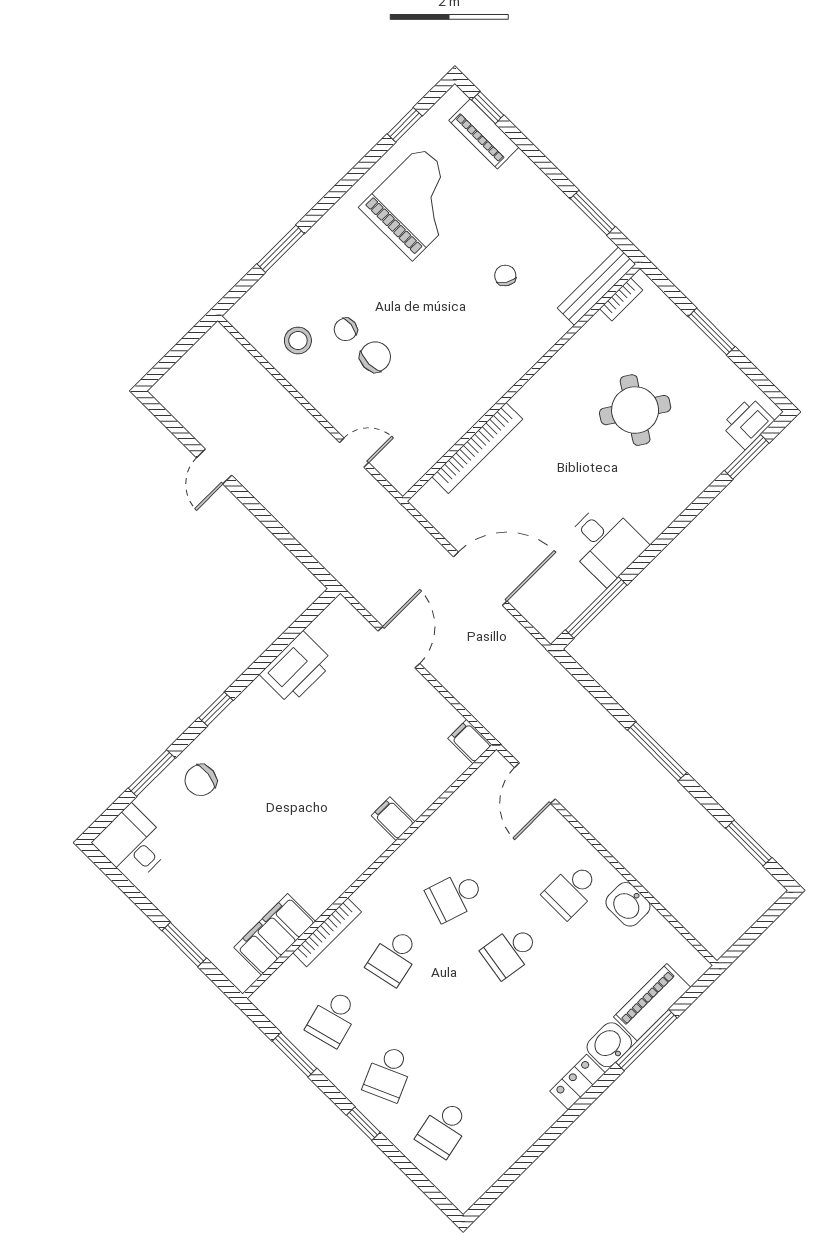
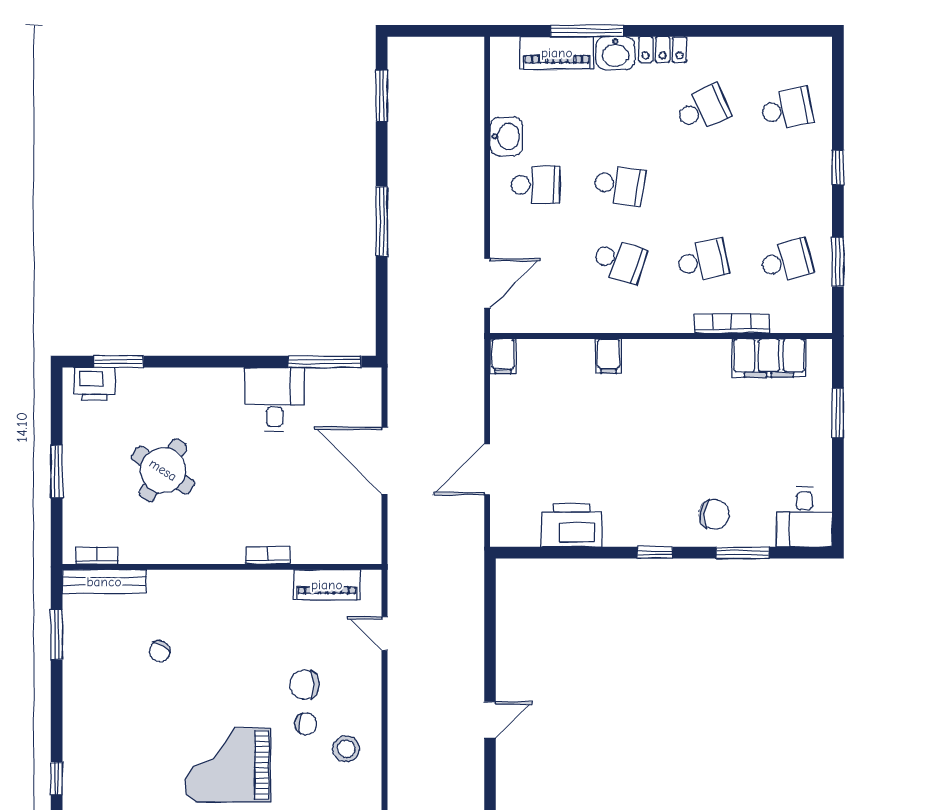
piano: (484, 134) -> (327, 585), moved, turned 90
grand piano: (416, 203) -> (228, 765), moved
bookcase: (477, 448) -> (268, 555), width x0.43, depth x0.76
school desk: (388, 1073) -> (703, 109), moved

